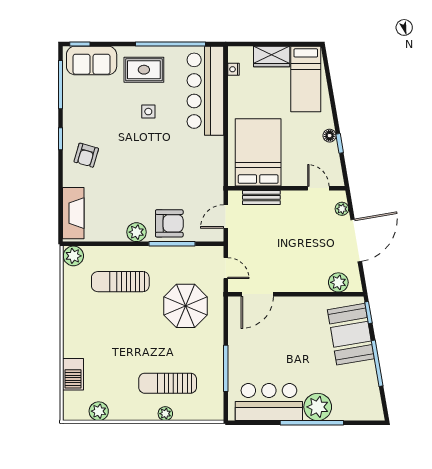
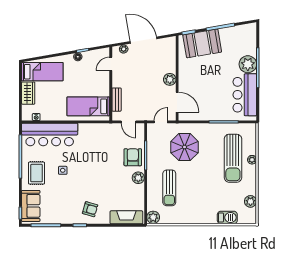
bed: (258, 152) -> (88, 106), width x0.67
plant: (338, 282) -> (170, 79), moved
sun lounger: (168, 383) -> (233, 158), width x1.36, depth x1.34

